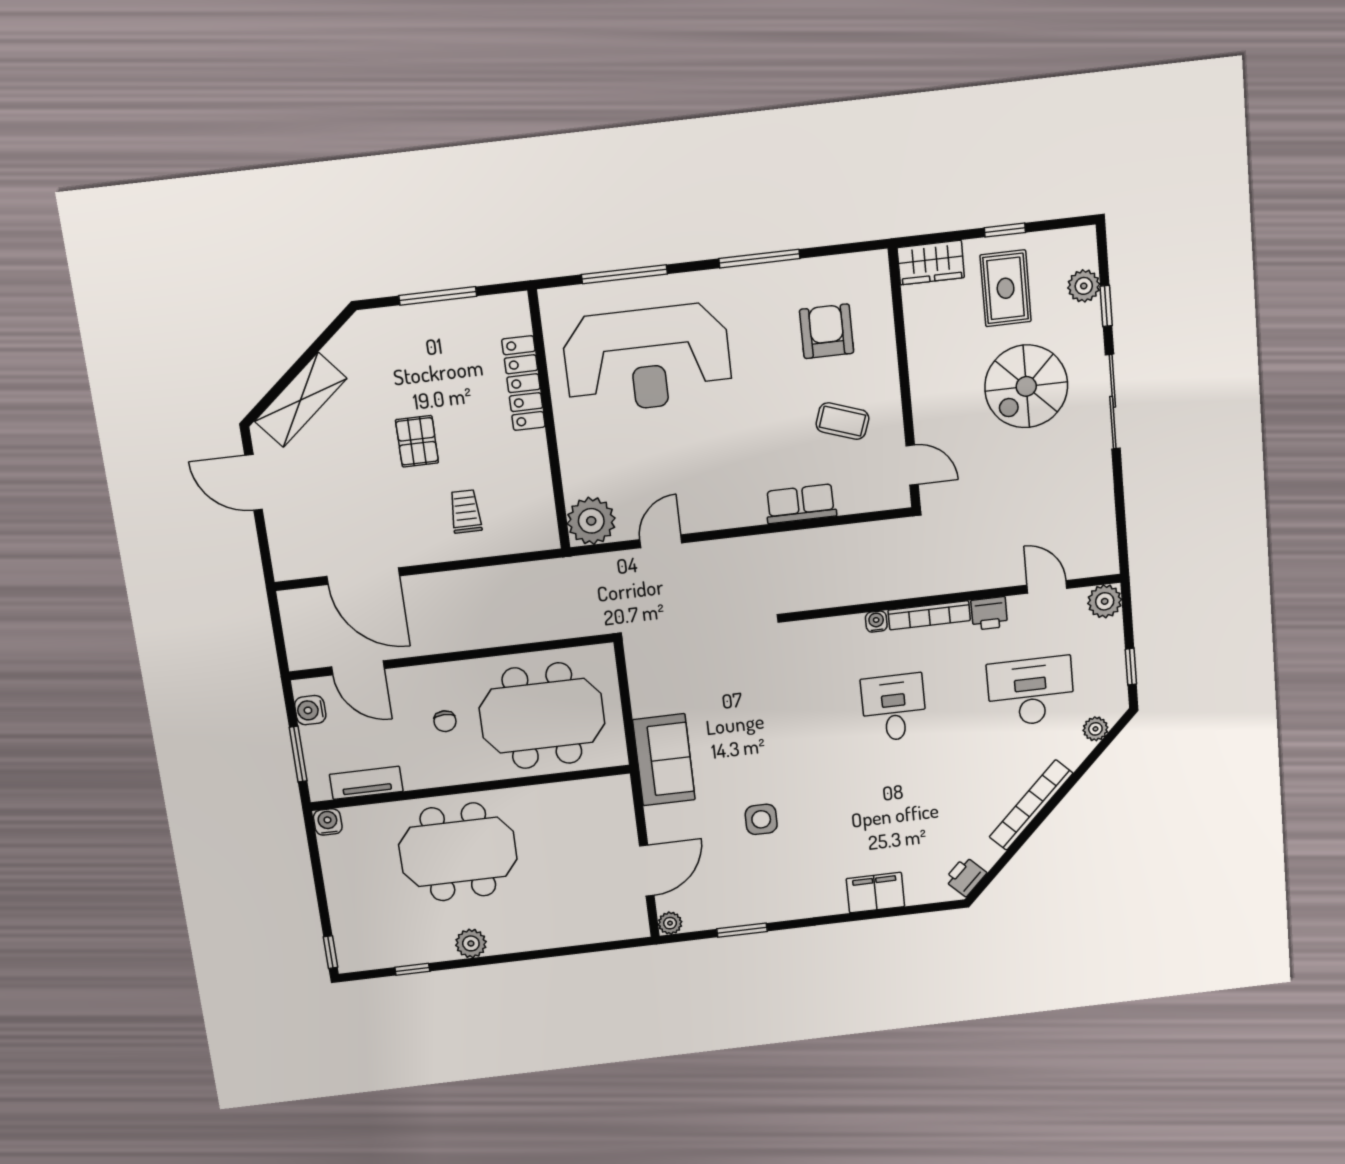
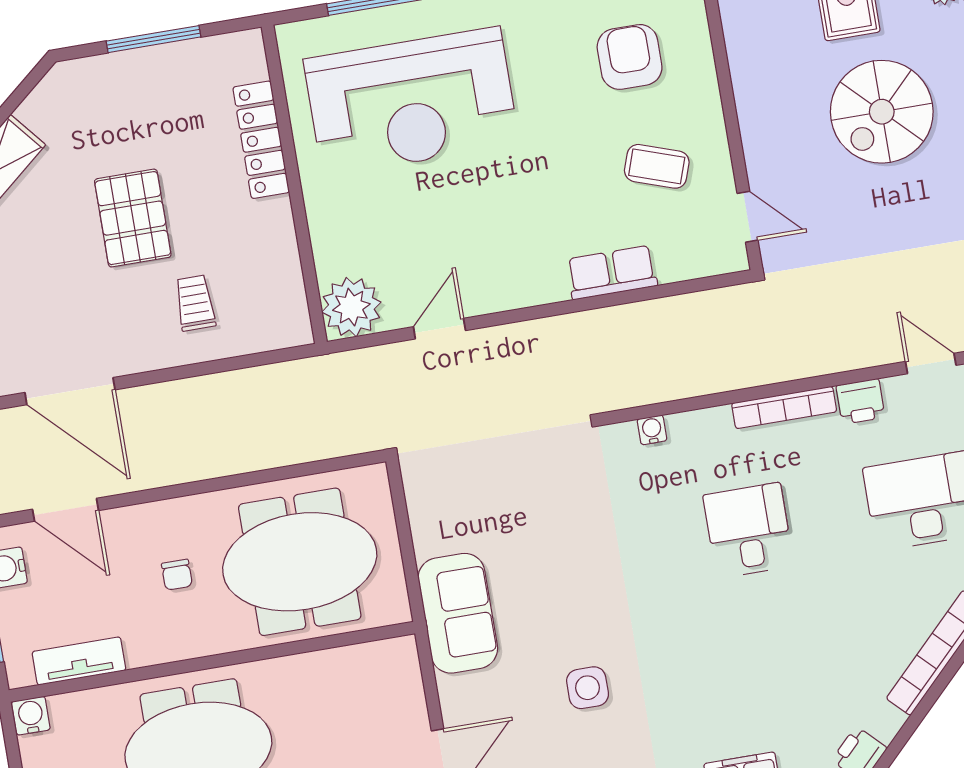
pallet: (417, 441) -> (133, 218), width x1.50, depth x1.42
water cooler: (876, 622) -> (652, 430), moved

